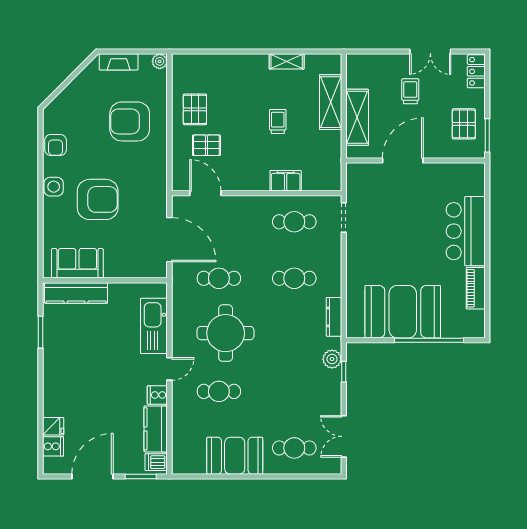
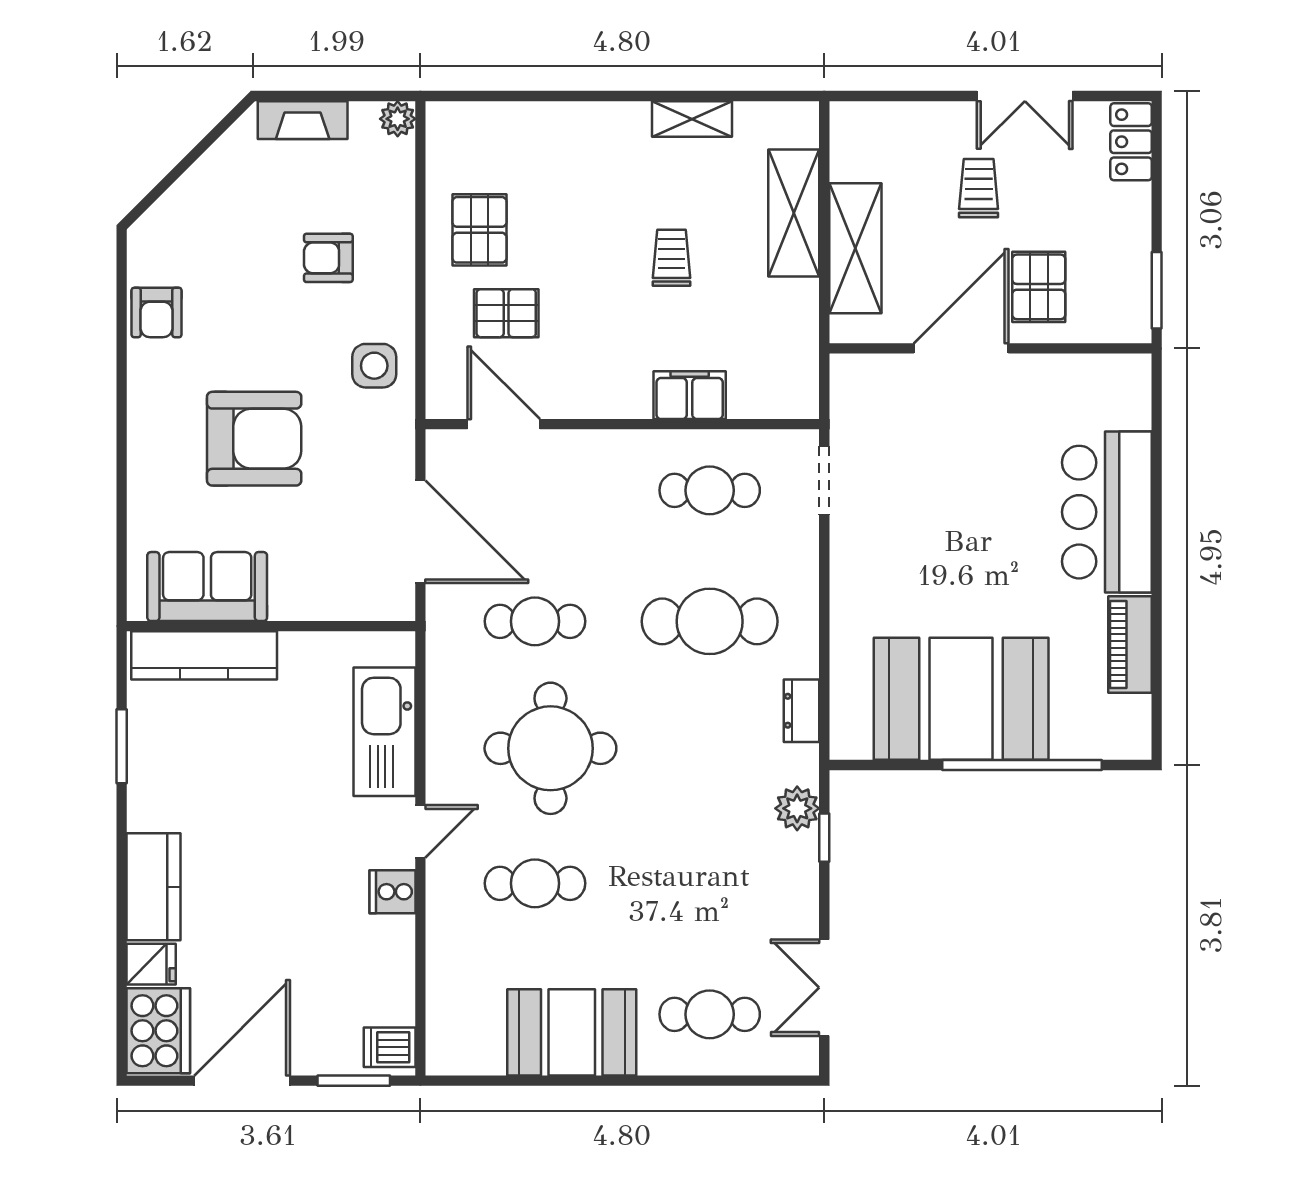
armchair: (130, 121) -> (328, 258), width x0.53, depth x0.53
pallet: (464, 124) -> (1039, 287), moved
side table: (54, 187) -> (374, 366), moved
cafe table: (294, 278) -> (710, 621), width x1.37, depth x1.35
dresser: (334, 317) -> (802, 711), width x0.70
kitchen counter: (156, 429) -> (153, 887), moved, turned 180
cooker: (53, 446) -> (158, 1031), width x1.87, depth x1.31

